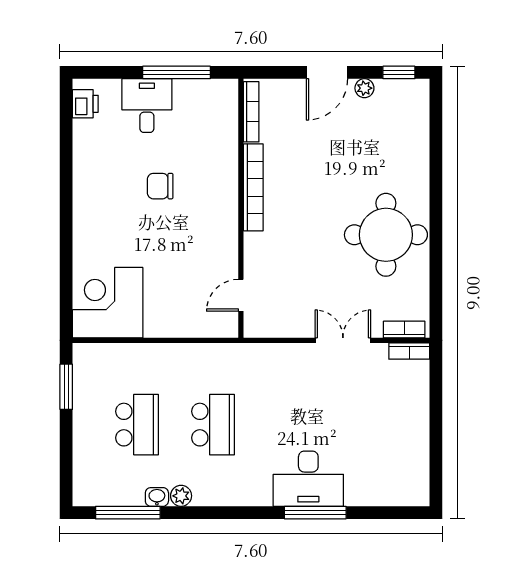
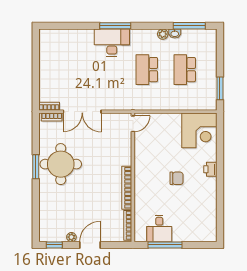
printer: (85, 104) -> (210, 169), moved
desk: (147, 106) -> (159, 228), moved
chair: (160, 186) -> (177, 178), moved
window: (436, 229) -> (36, 167), added
door: (241, 295) -> (133, 124), moved
double door: (343, 340) -> (82, 112), width x1.37
desk: (308, 479) -> (112, 43), moved
window: (315, 513) -> (115, 26), moved

